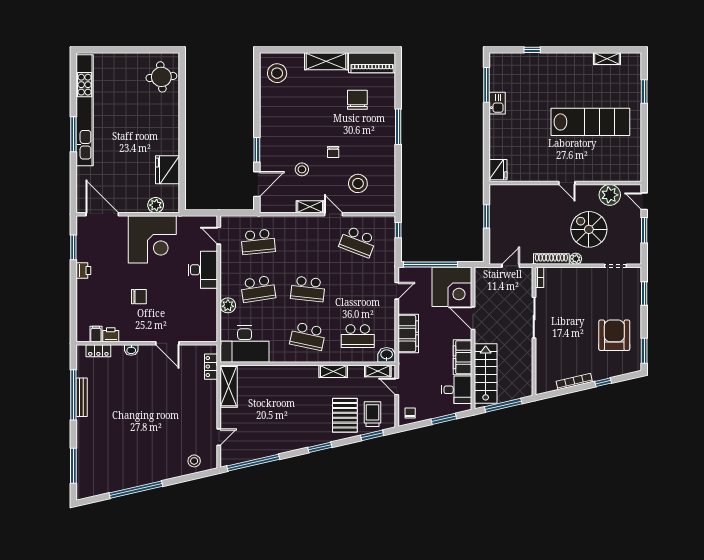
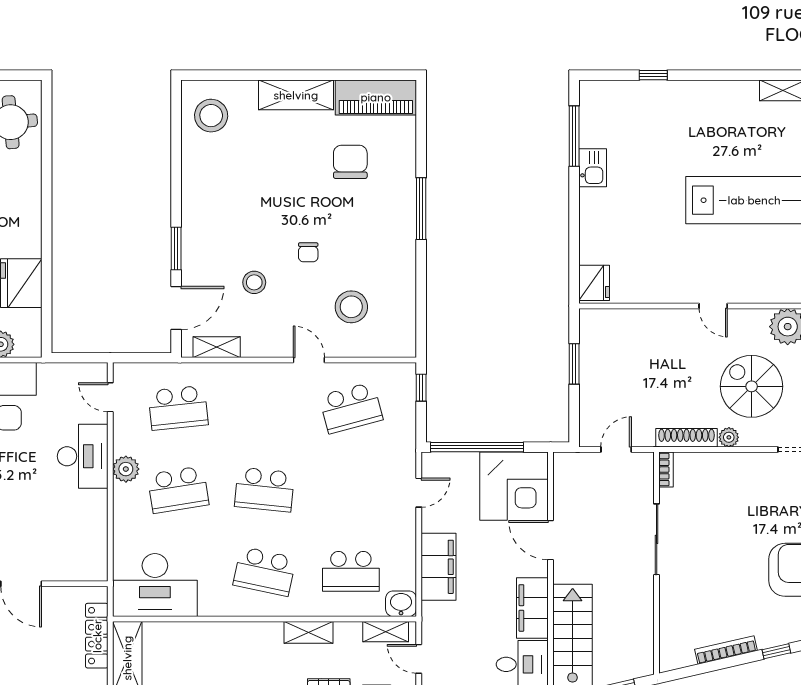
shelving: (310, 207) -> (217, 347), moved
school desk: (358, 242) -> (351, 408), turned -36
plant: (228, 305) -> (126, 469), moved
locker: (211, 367) -> (97, 636), width x1.53

